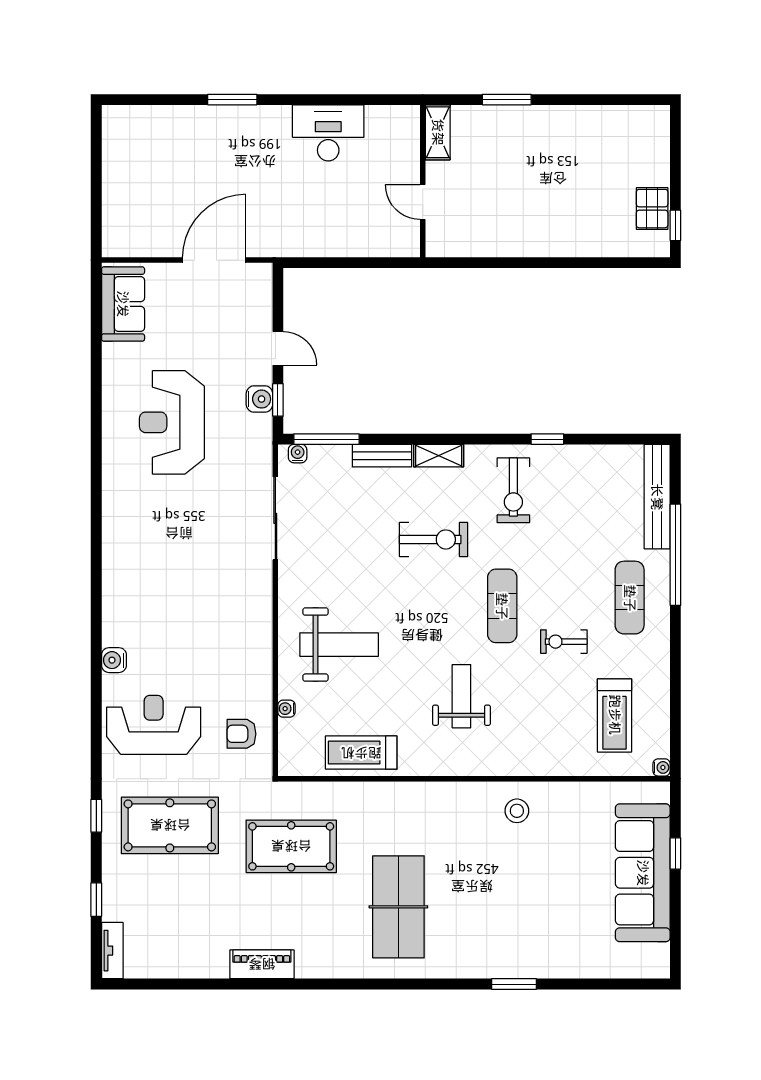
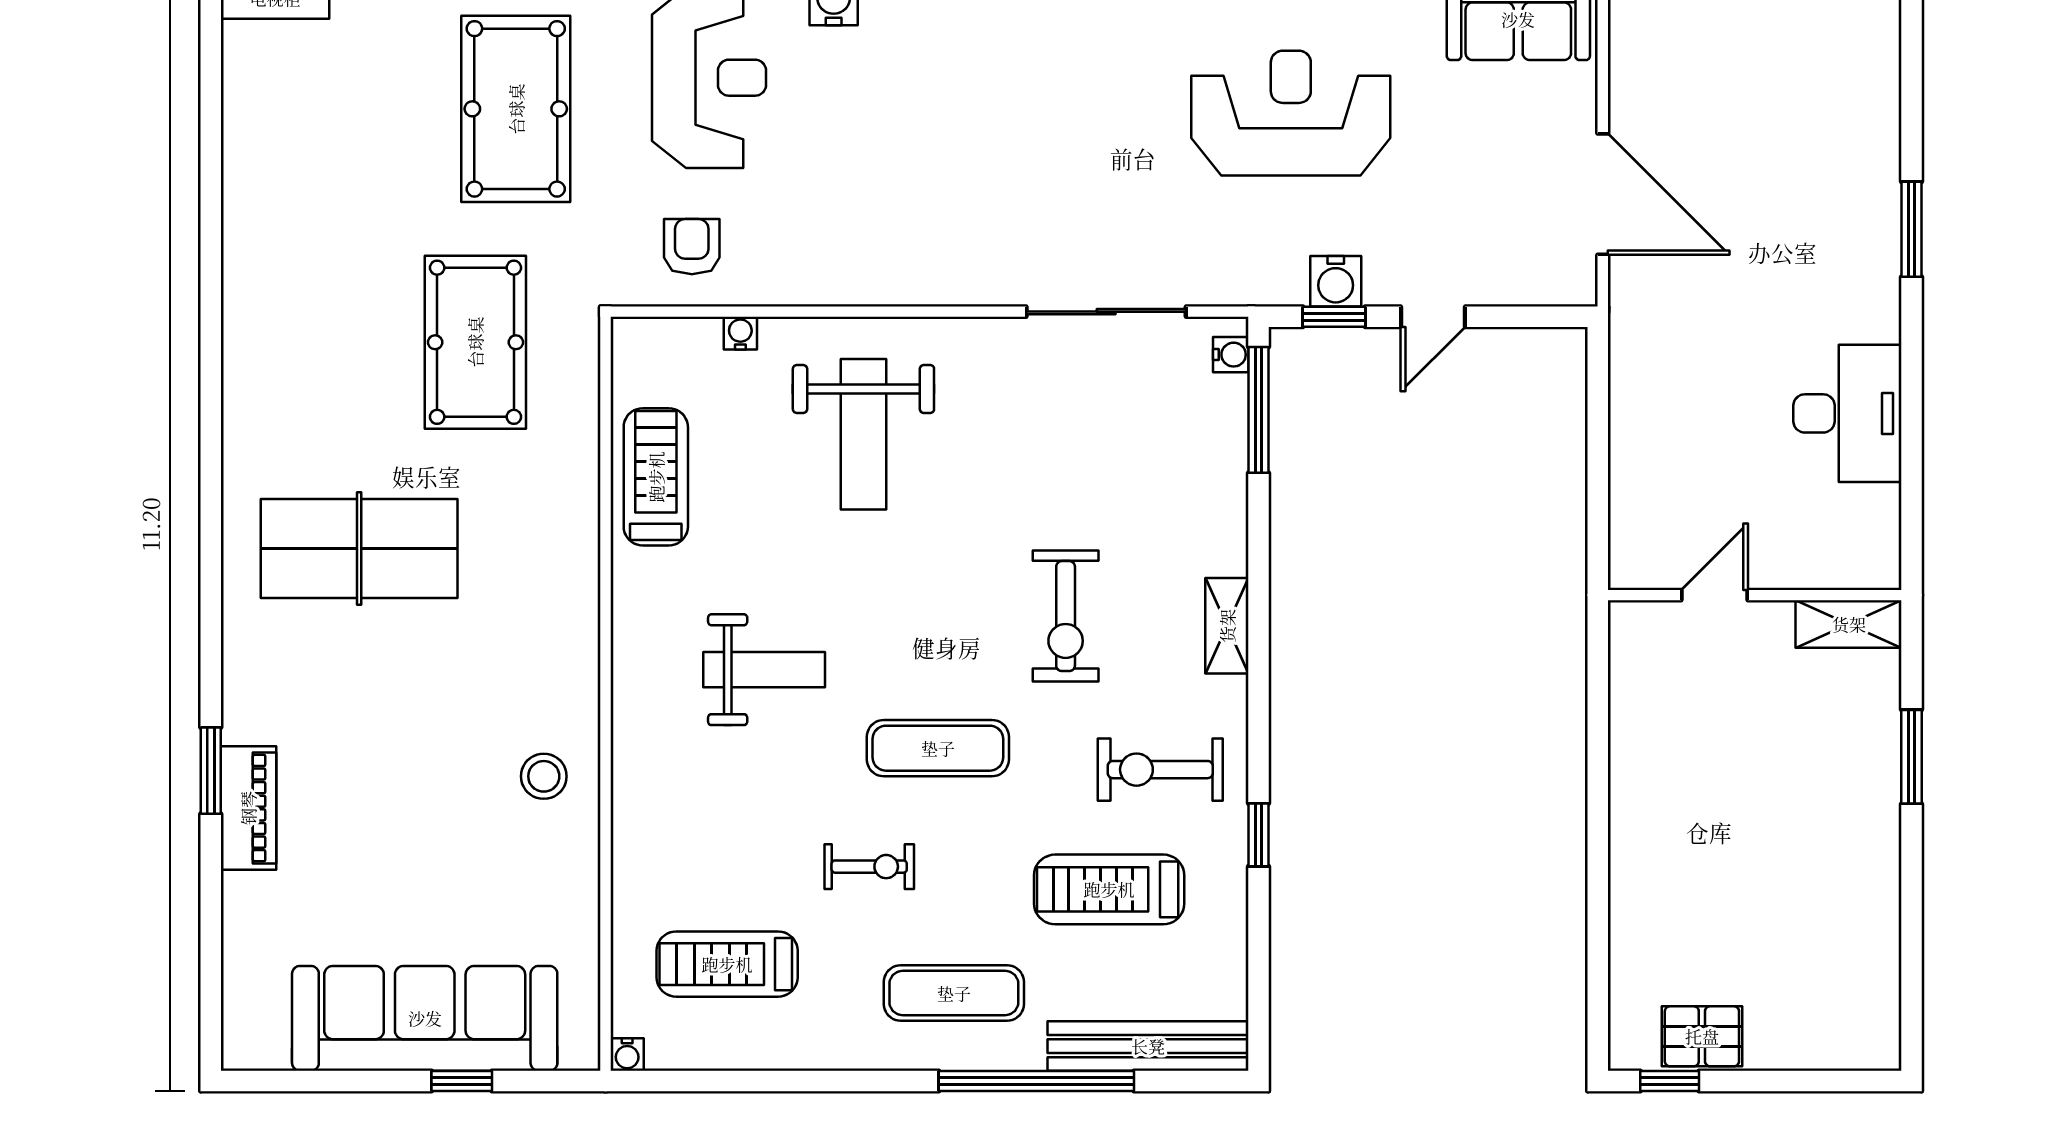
bench: (382, 456) -> (1227, 517), removed
treadmill: (576, 517) -> (1109, 889), added
exercise bike: (564, 642) -> (869, 867), turned 90
piano: (262, 964) -> (248, 808), moved

